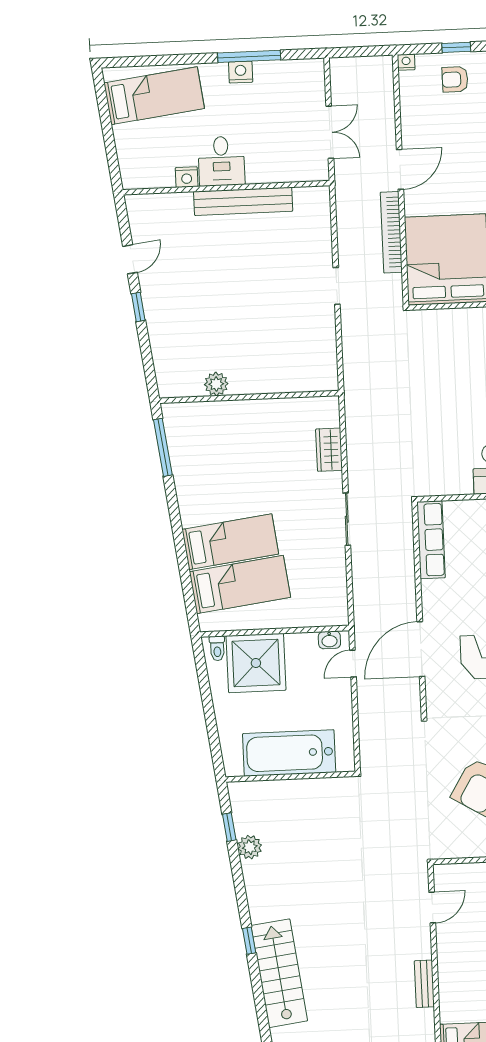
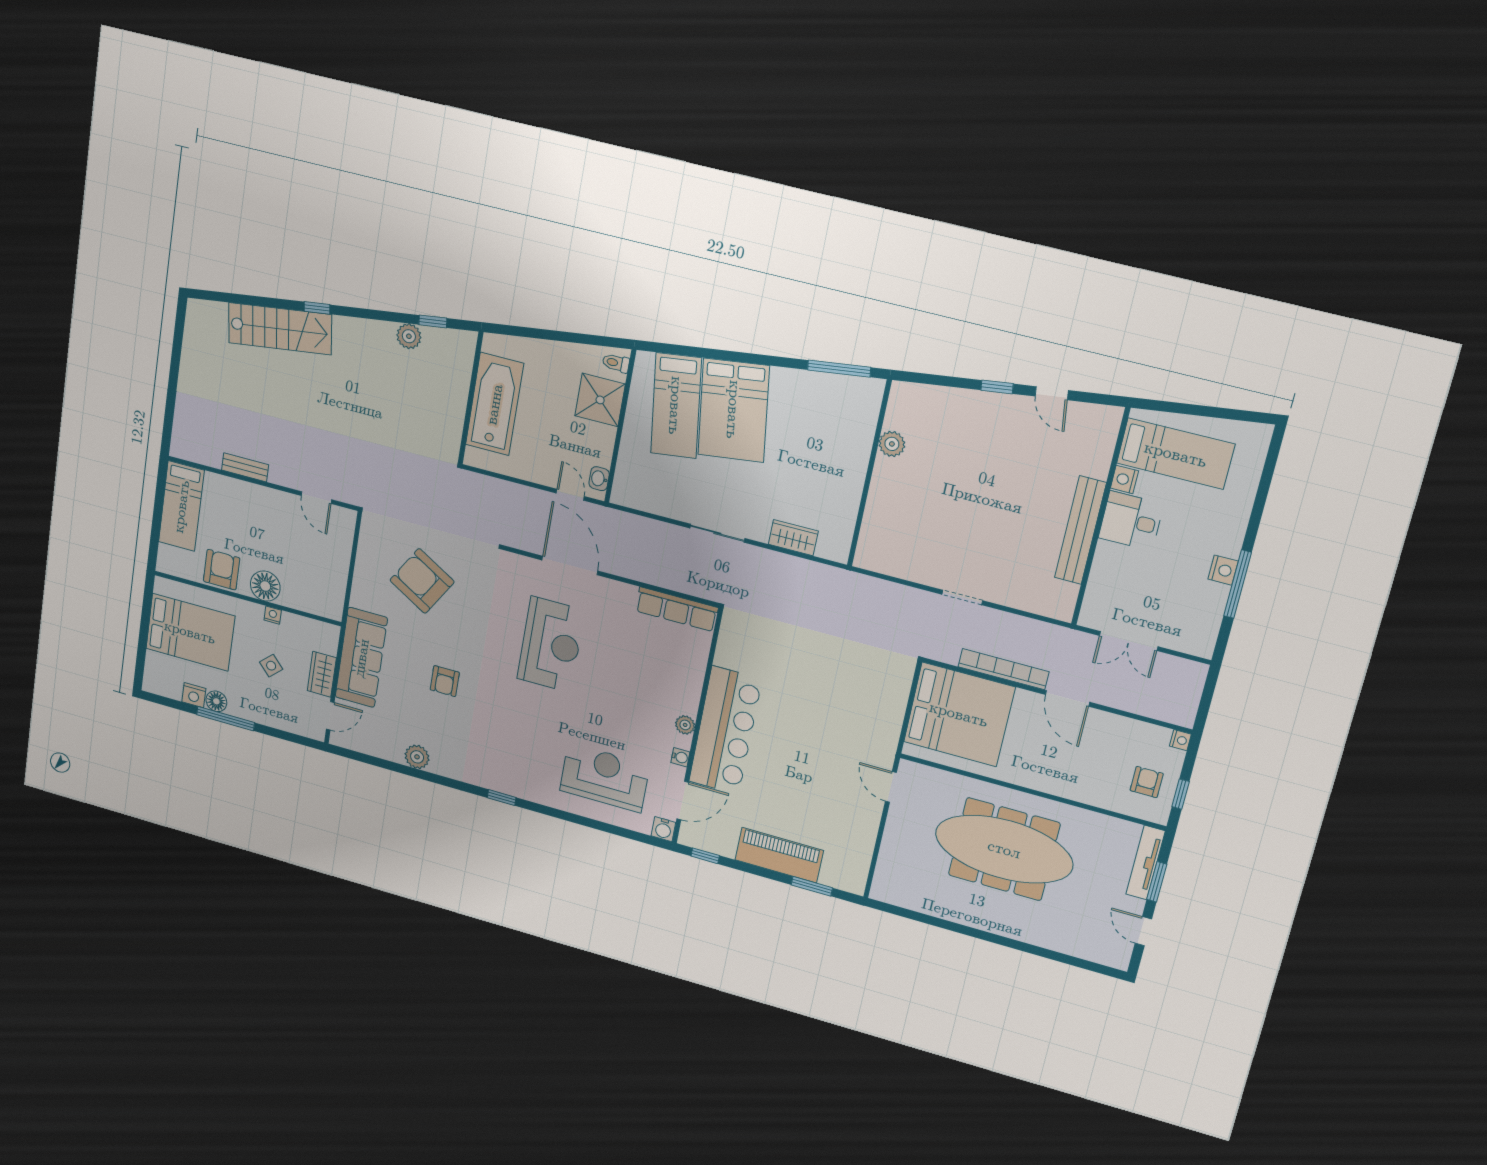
bed: (154, 96) -> (1176, 454), moved, turned -83
bed: (230, 542) -> (734, 410), width x1.50
shower: (256, 663) -> (600, 400), width x0.73, depth x0.73

